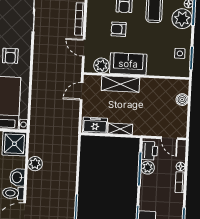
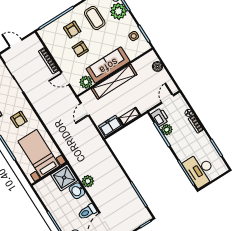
sofa: (128, 64) -> (108, 65), width x1.36
shelving: (120, 84) -> (114, 82), width x1.47
door: (169, 138) -> (167, 99), swing flipped
washbasin: (17, 177) -> (77, 191), moved

